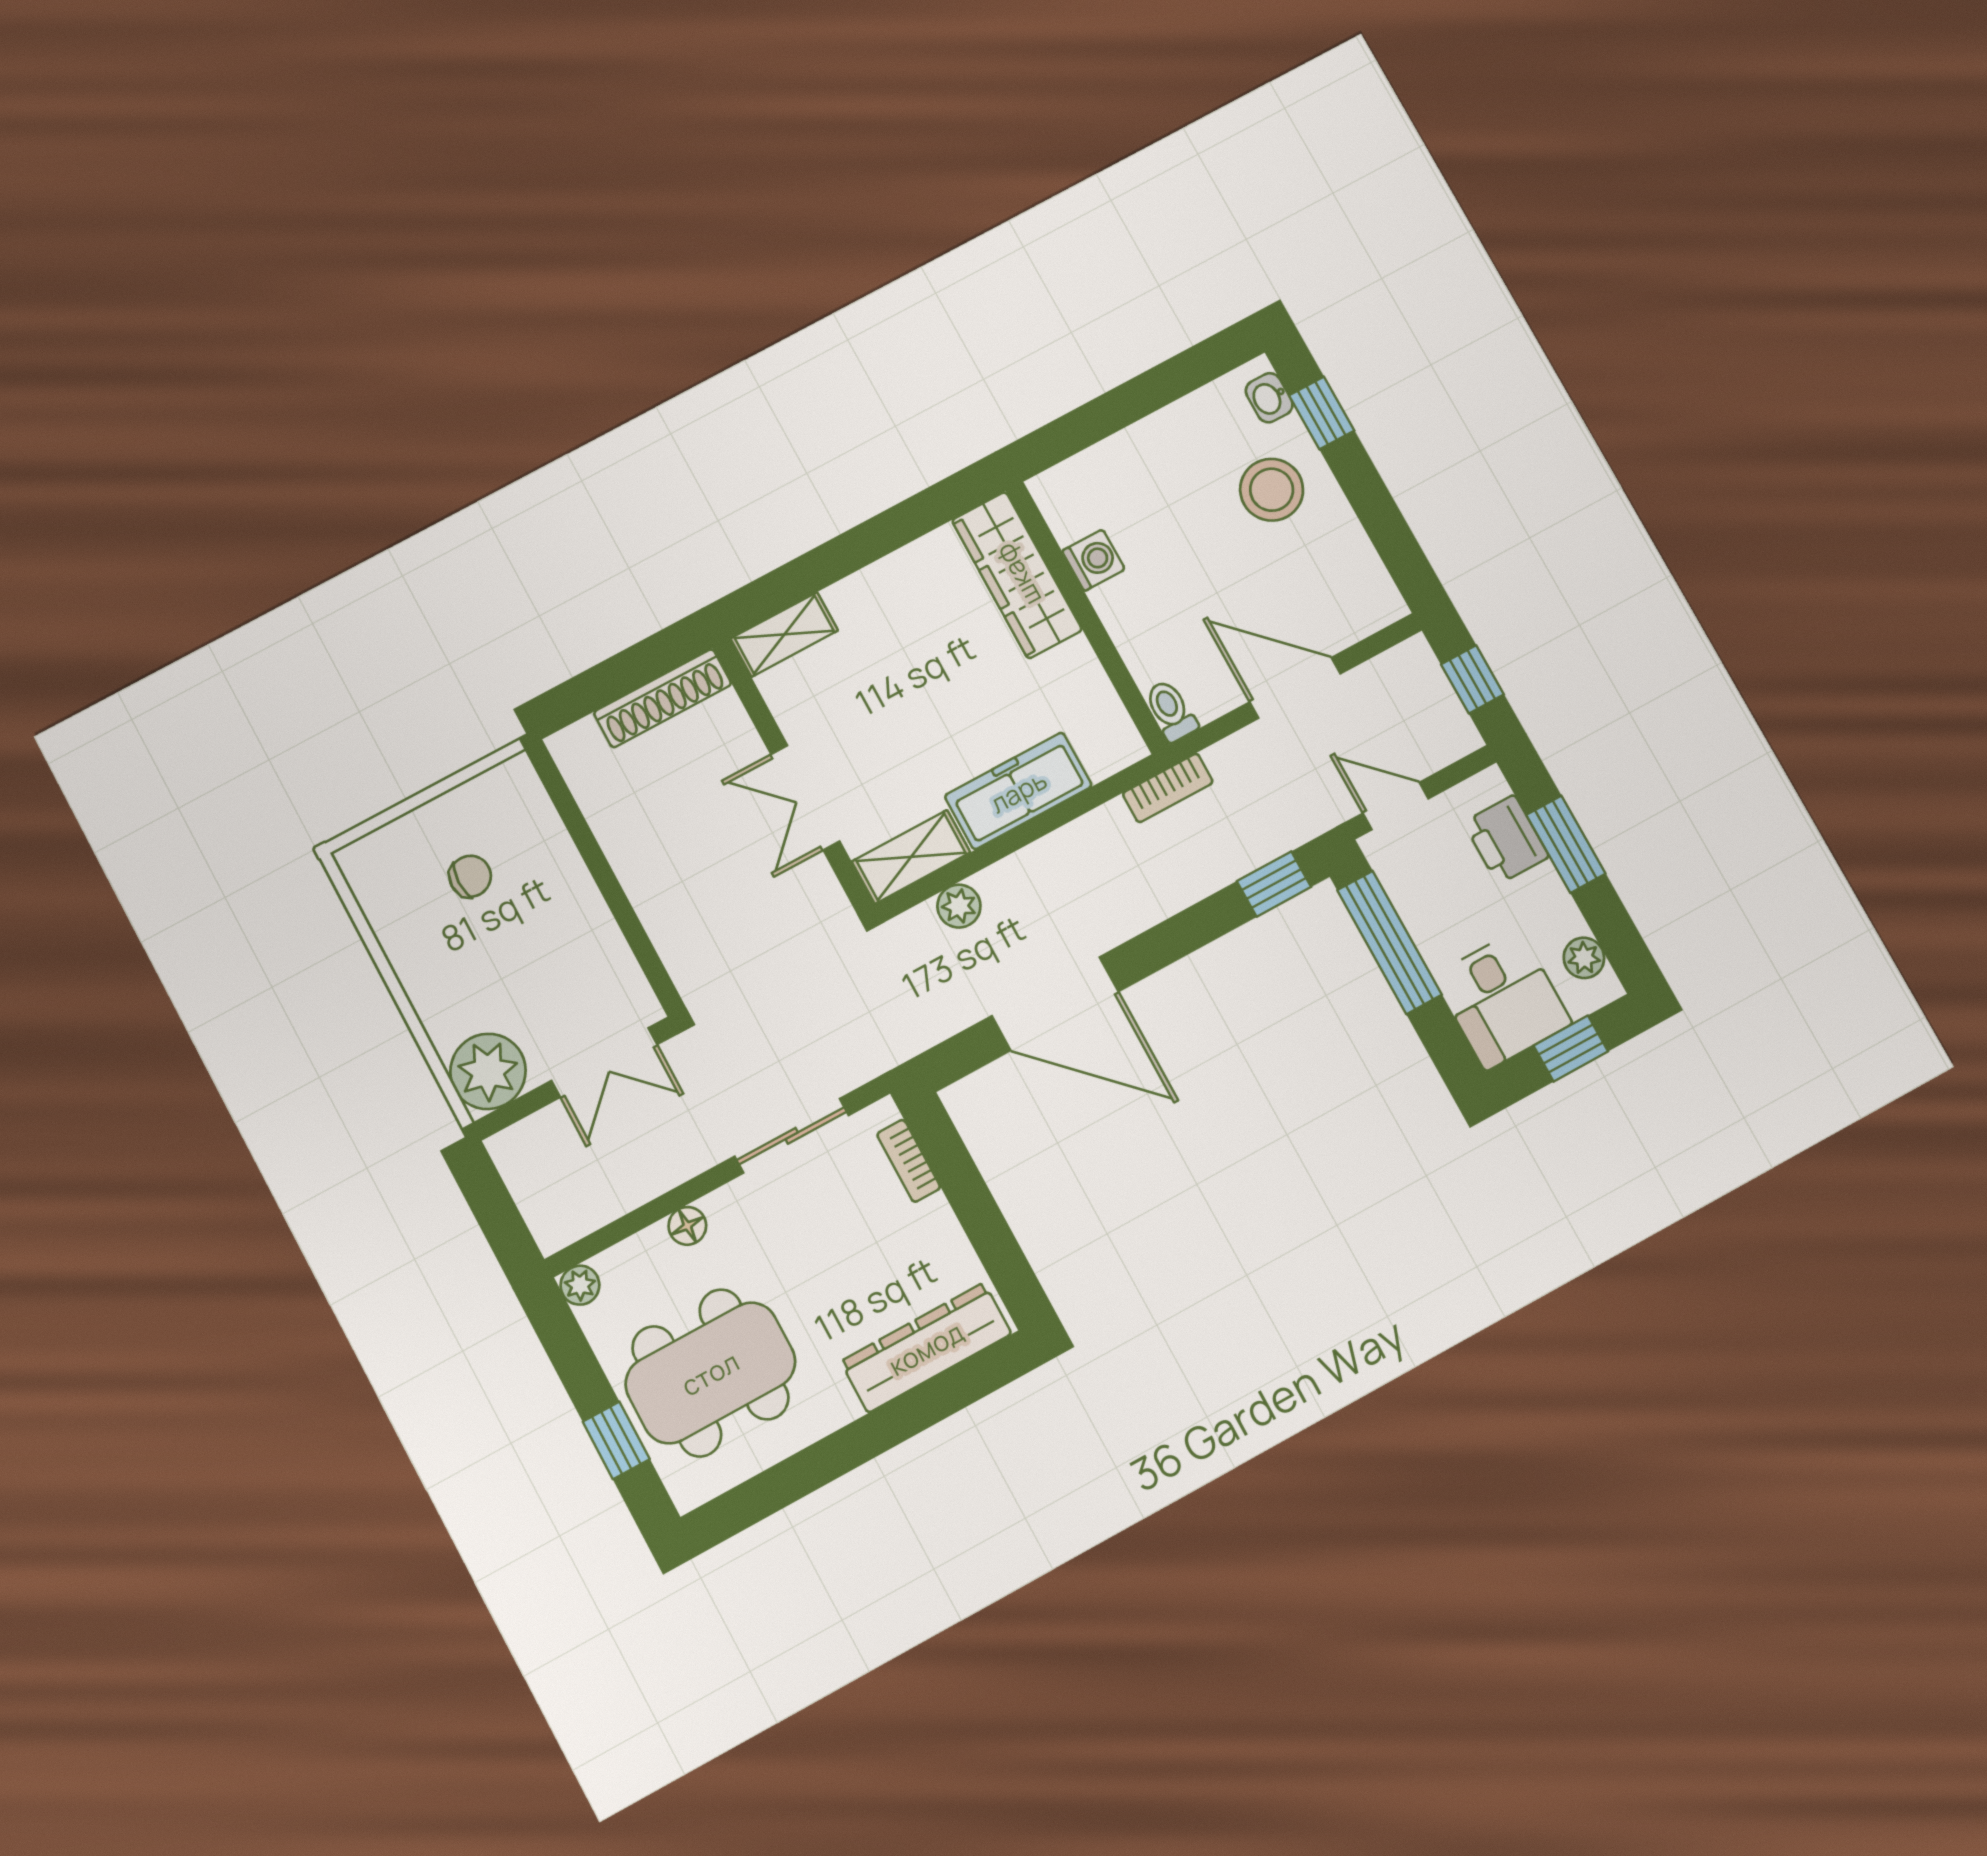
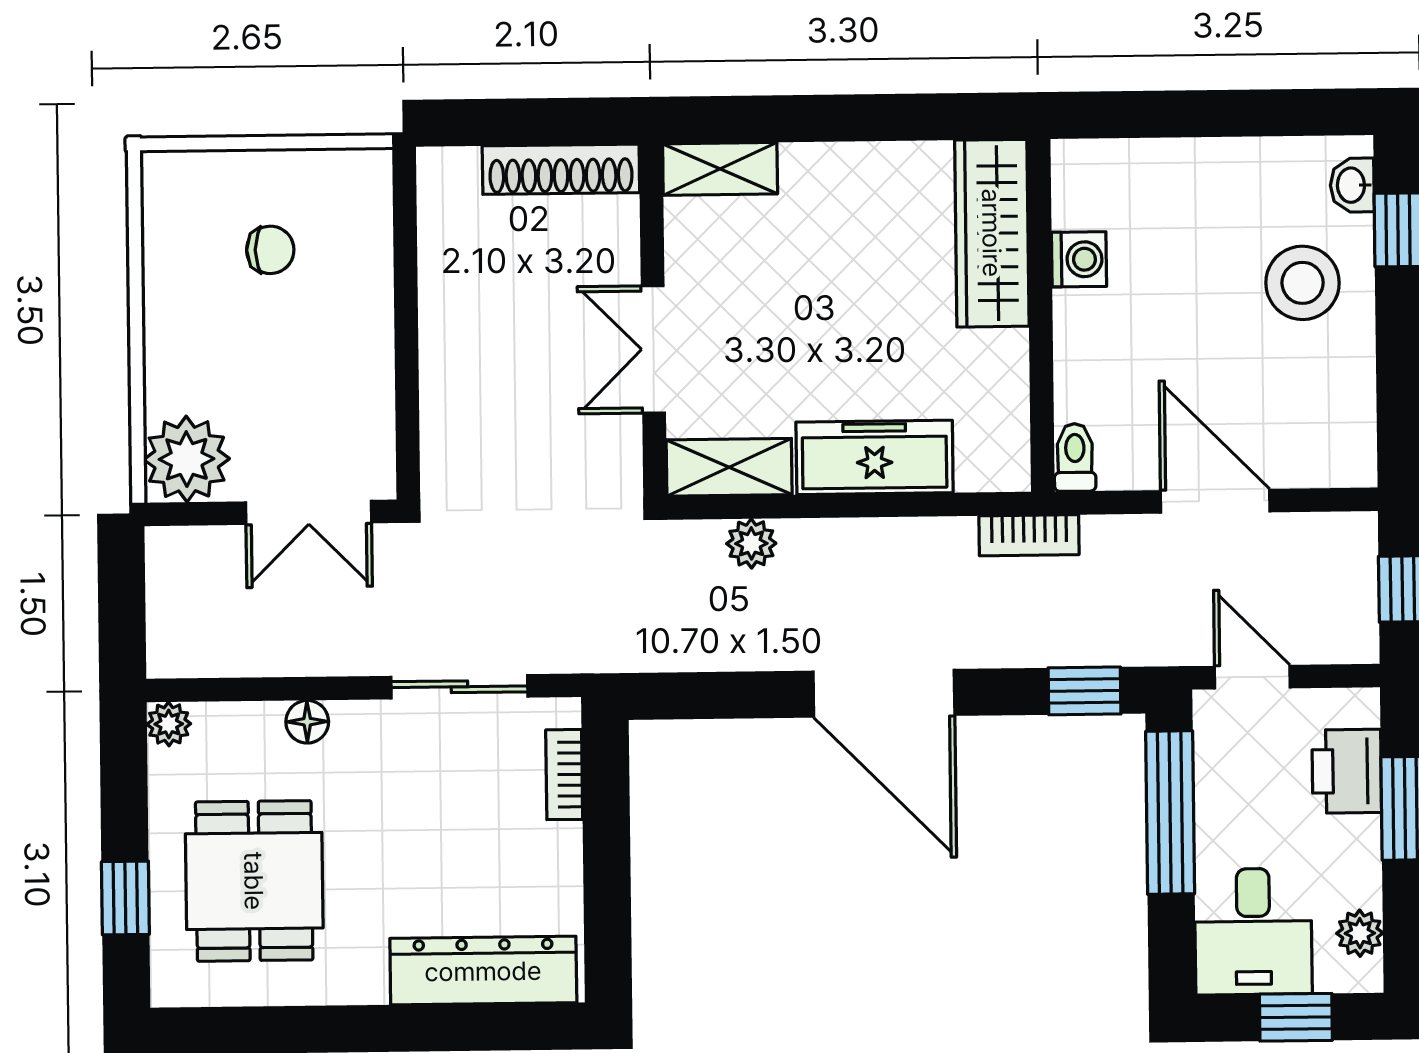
door: (1055, 1004) -> (884, 693), moved
dining table: (710, 1373) -> (254, 881), width x0.73

